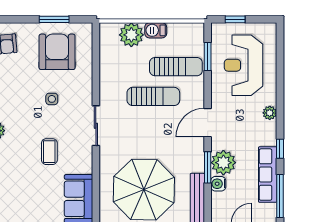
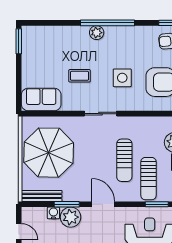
side table: (52, 99) -> (122, 78), width x1.87, depth x1.87

